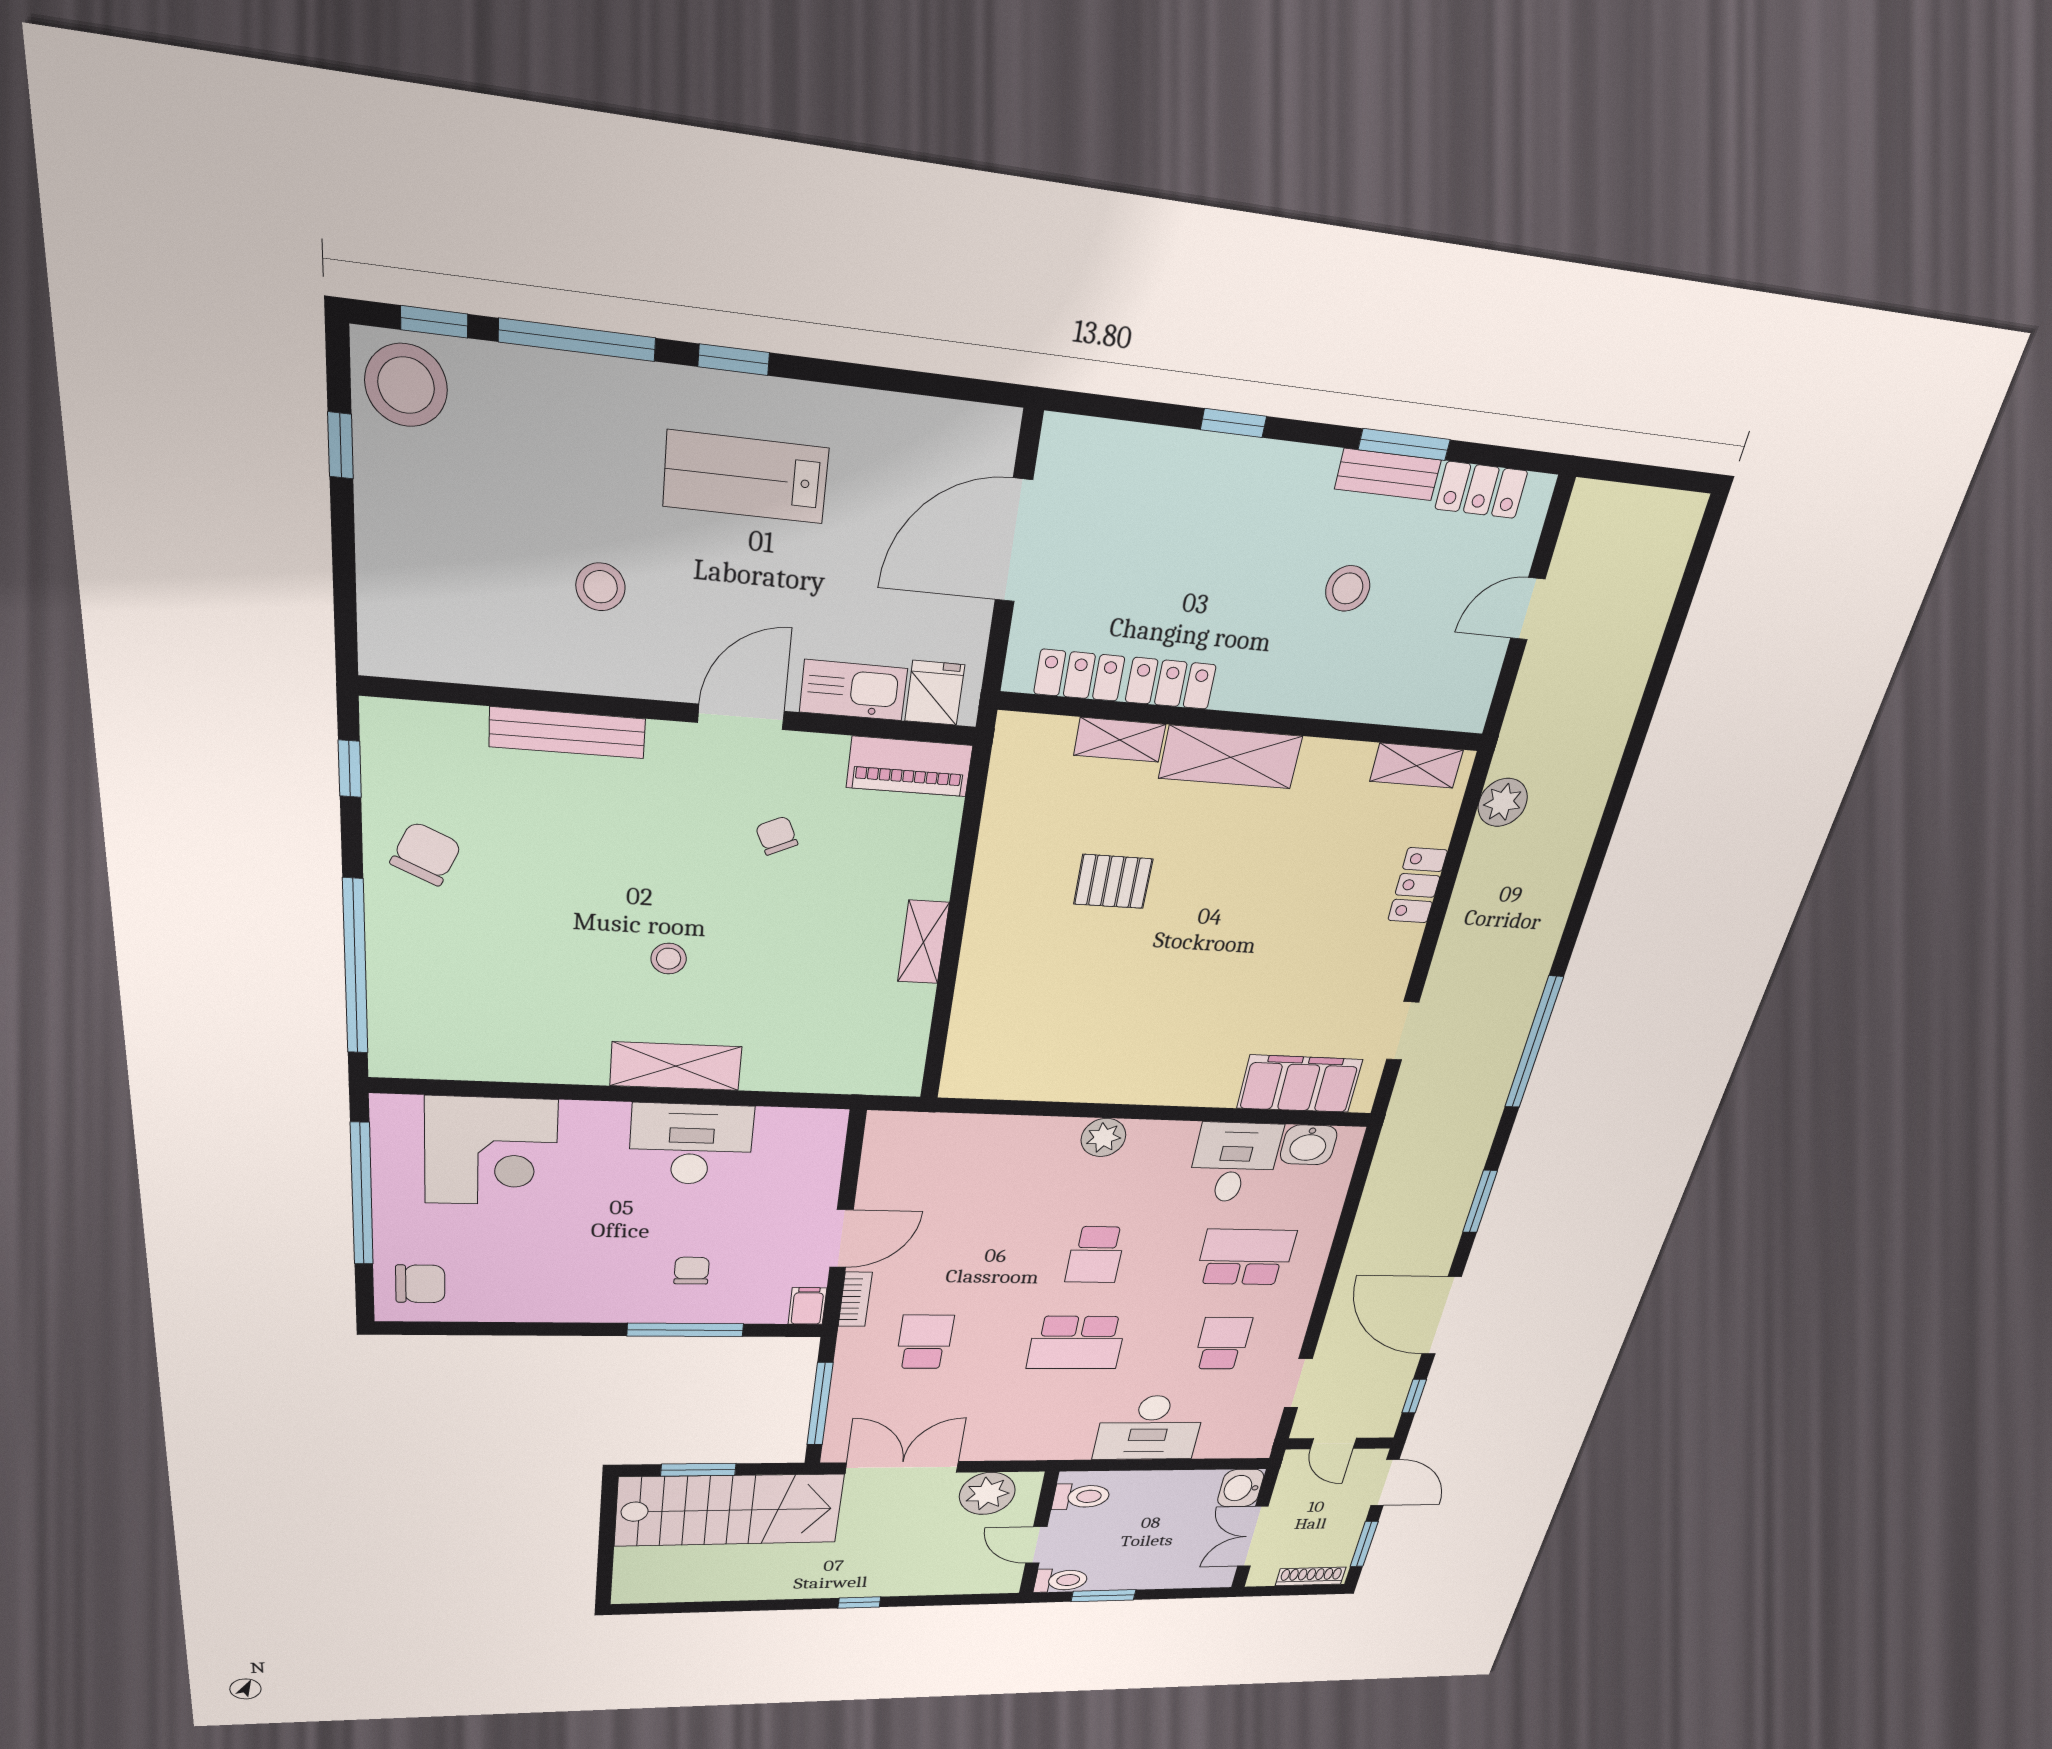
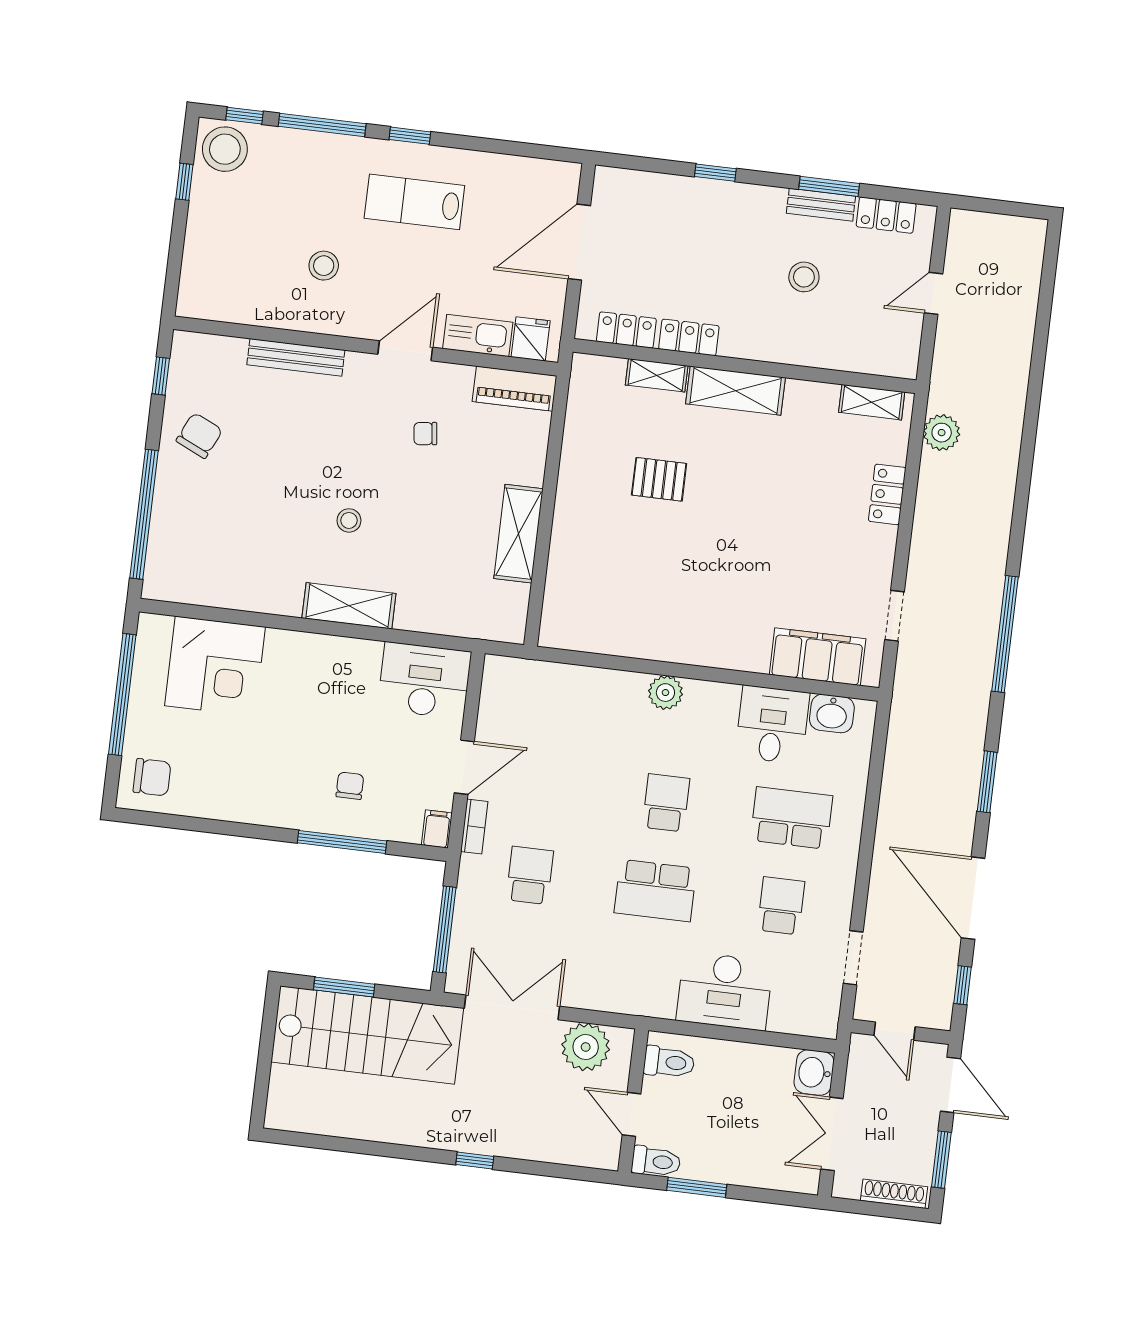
chair: (777, 836) -> (425, 434), turned -72
shelving: (923, 942) -> (518, 534), width x1.50, depth x1.33
desk: (691, 1144) -> (424, 680), moved
school desk: (1095, 1255) -> (666, 803), turned 180

